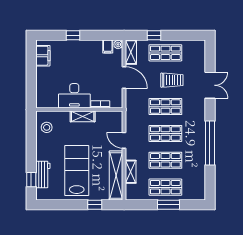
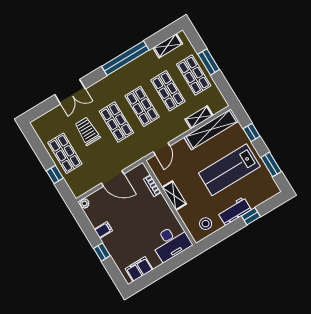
filing cabinet: (108, 47) -> (103, 230), moved
shelving: (131, 52) -> (168, 46), moved
door: (124, 78) -> (113, 179), swing flipped
double door: (210, 85) -> (70, 92), swing flipped
desk: (74, 96) -> (171, 243), moved, turned 90
door: (124, 140) -> (162, 149), moved
workbench: (43, 174) -> (234, 211), moved
window: (31, 180) -> (251, 216), moved
window: (61, 205) -> (271, 164), added

